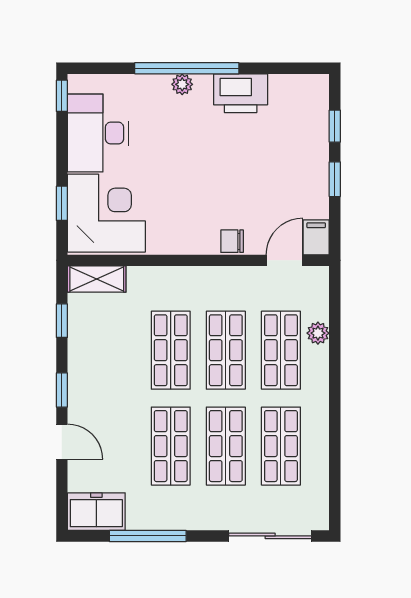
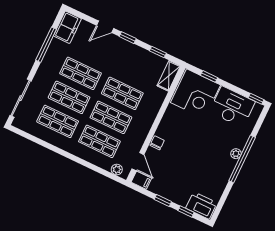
printer: (241, 93) -> (201, 205), moved, turned 90
plant: (318, 333) -> (117, 170), moved

